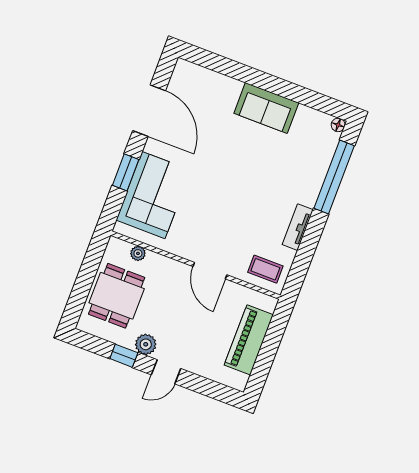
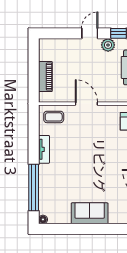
piano: (249, 340) -> (45, 77), width x0.73, depth x0.75

